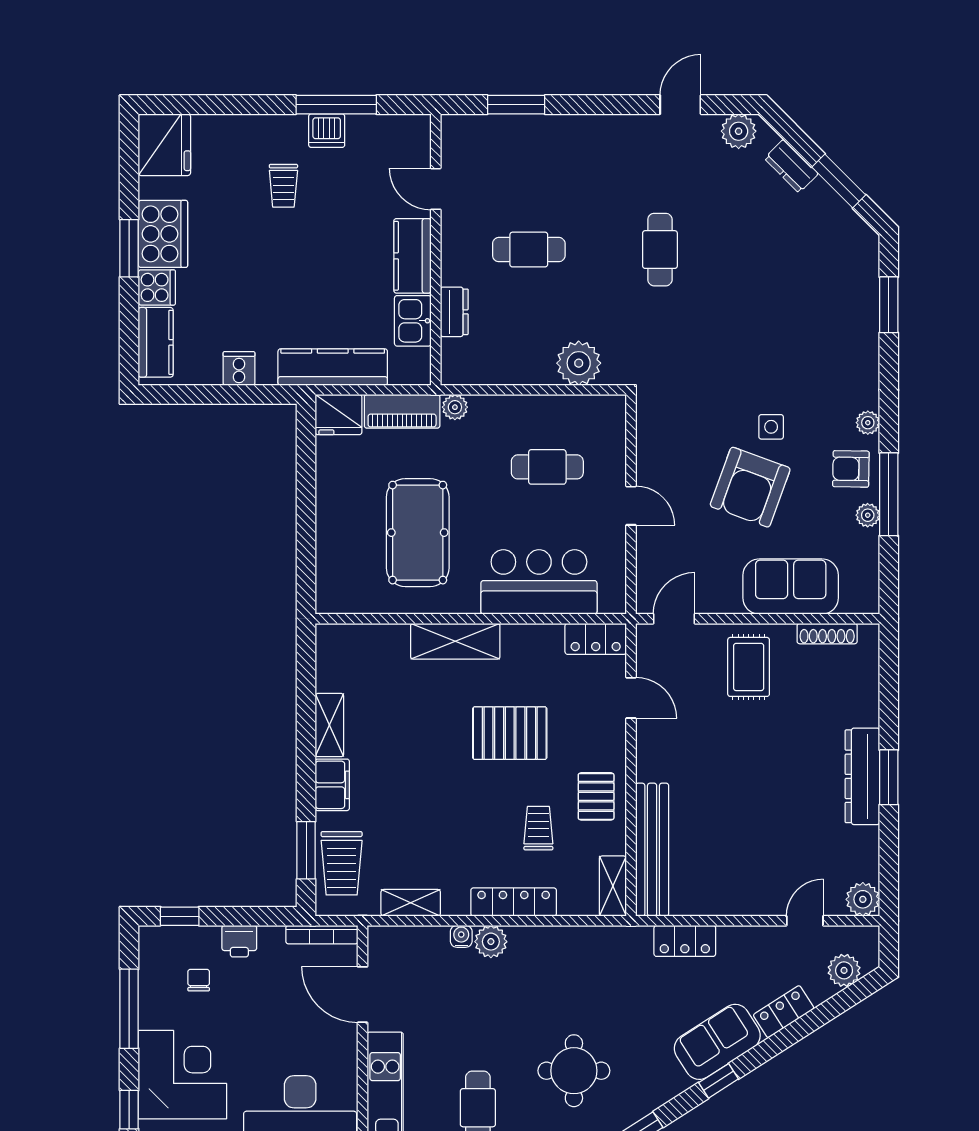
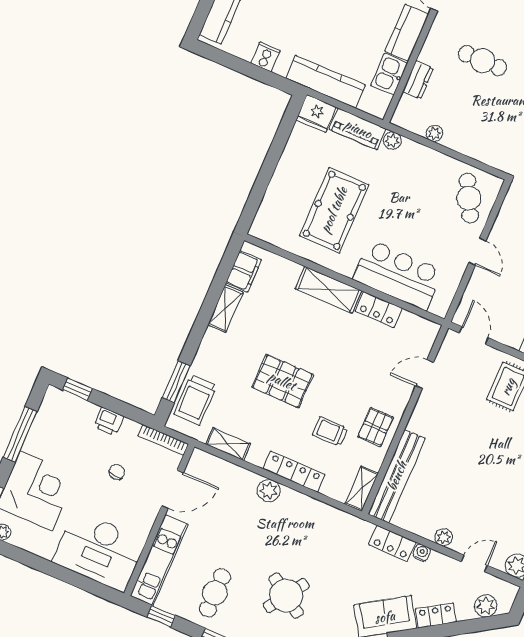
plant: (579, 363) -> (434, 133), moved, width x0.53, depth x0.53
cafe table: (547, 467) -> (469, 198), moved, turned 62
door: (674, 619) -> (474, 335), hinge flipped
locker: (596, 639) -> (379, 310), moved
door: (631, 698) -> (425, 374), swing flipped
pallet: (510, 733) -> (282, 381), moved
filing cabinet: (332, 785) -> (244, 271), moved
trolley: (538, 828) -> (330, 431), turned -90
plant: (749, 904) -> (444, 537), added
water cooler: (461, 936) -> (422, 553), moved
chair: (199, 980) -> (117, 472), moved
door: (362, 995) -> (173, 489), swing flipped
round table: (574, 1071) -> (286, 596), turned 34

